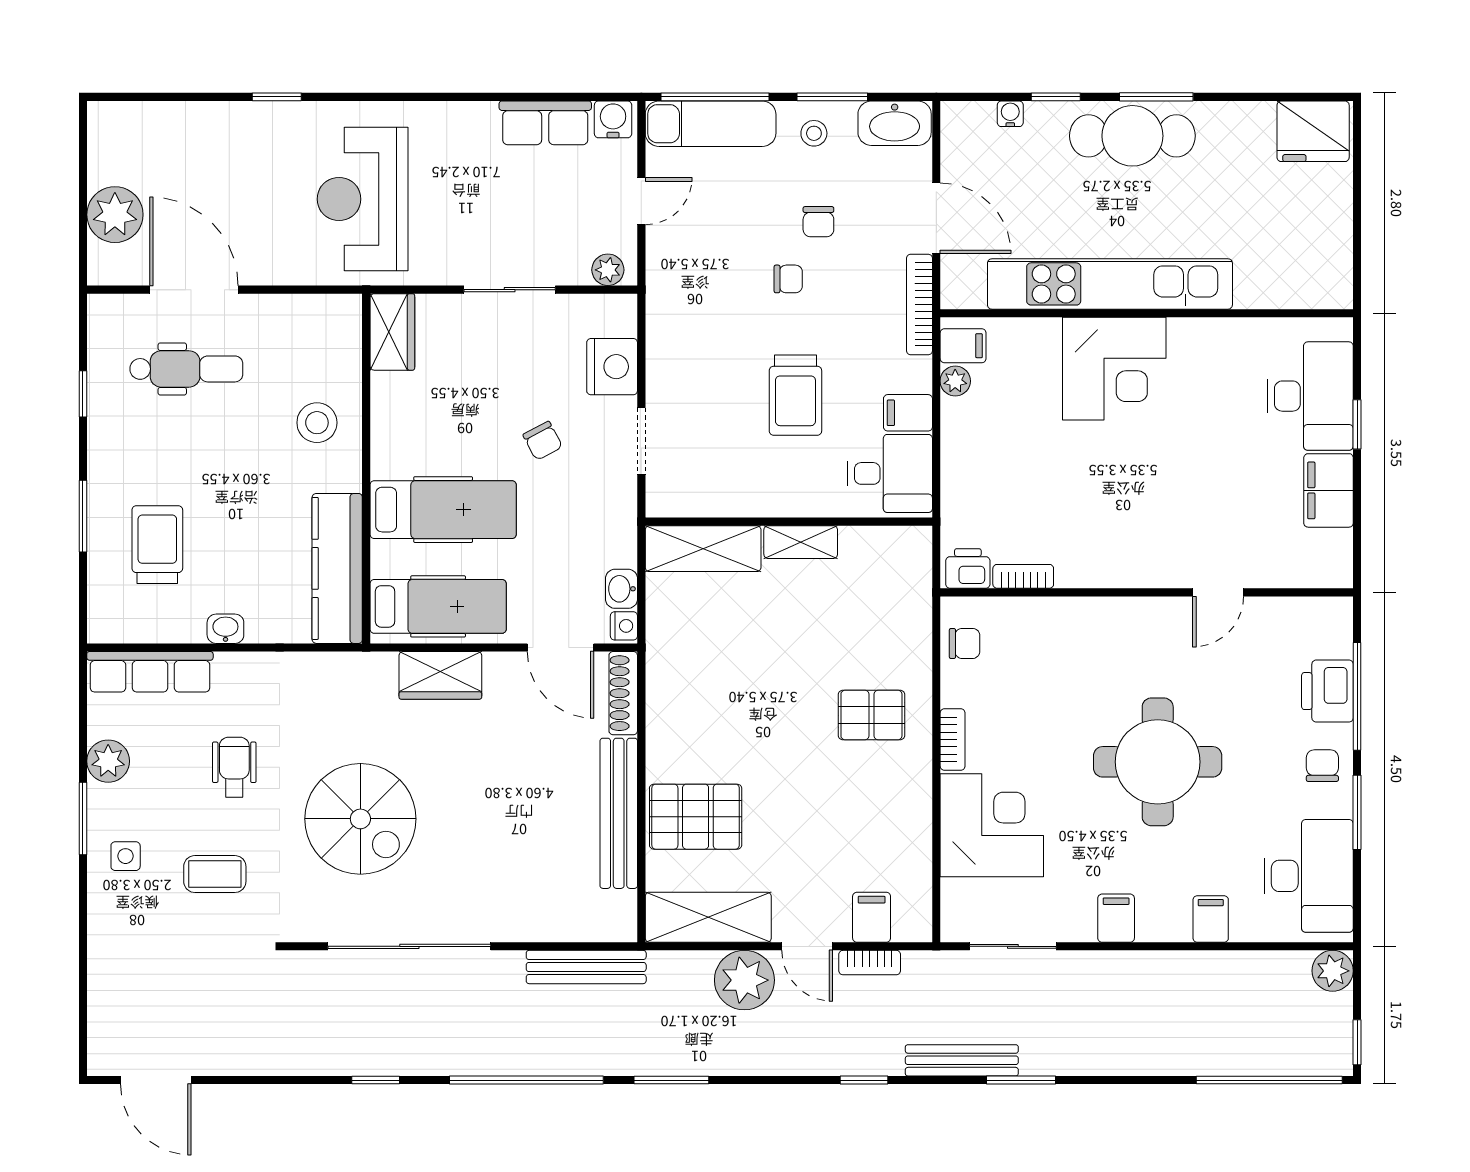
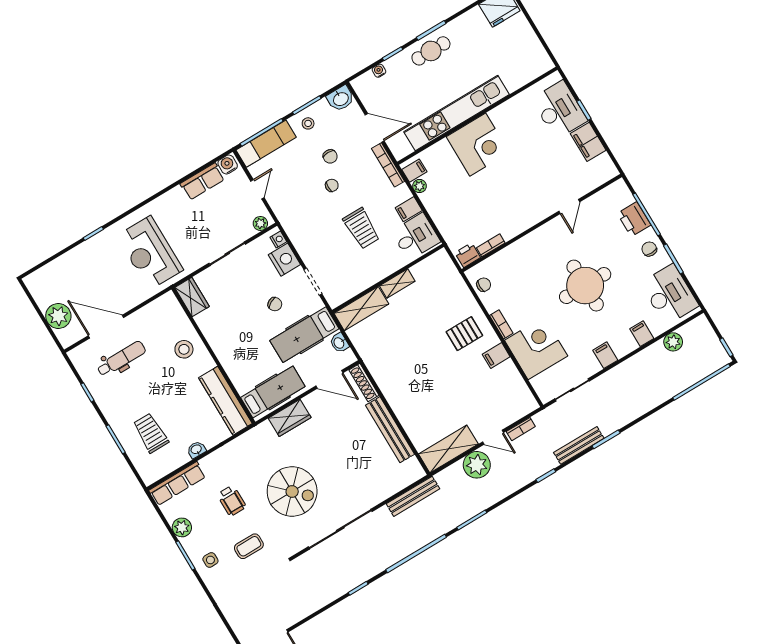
washbasin: (895, 123) -> (341, 99), width x0.72
cafe table: (1132, 136) -> (431, 51), width x0.73, depth x0.74
hospital bed: (443, 510) -> (304, 335), moved, turned 180
nightstand: (624, 626) -> (278, 239), moved
wheelchair: (234, 767) -> (232, 501), turned 180
pallet: (696, 817) -> (420, 413), removed
filing cabinet: (872, 917) -> (496, 355), moved, turned -90
plant: (1333, 971) -> (673, 342), moved

